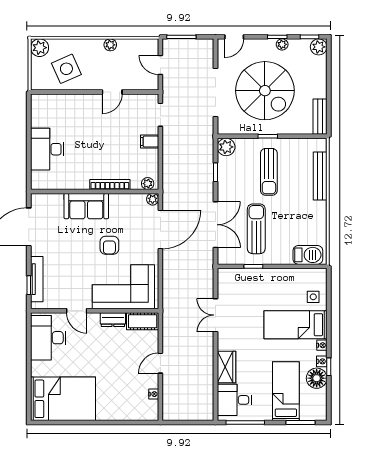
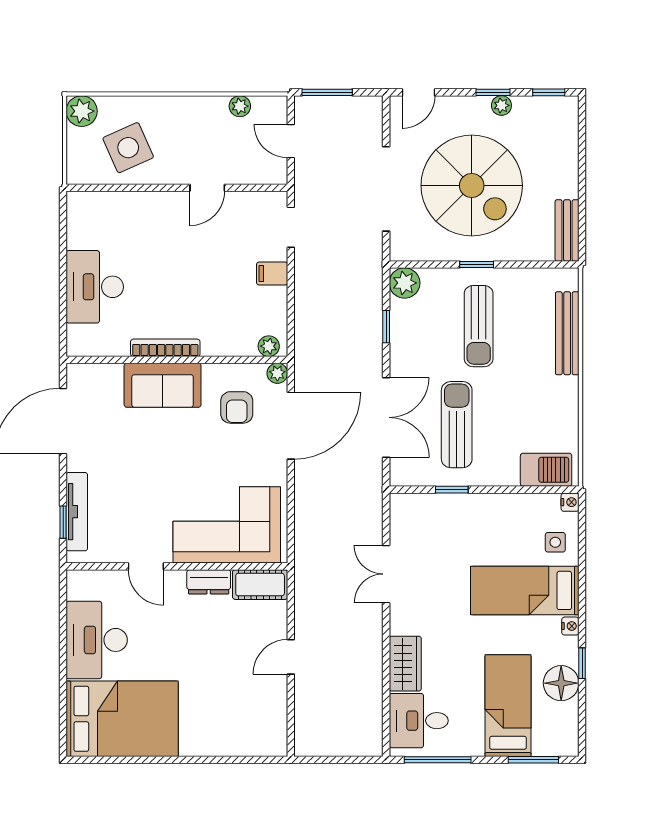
plant: (110, 45) -> (240, 106), moved
plant: (319, 47) -> (565, 110), removed
bookcase: (110, 184) -> (165, 348), moved
armchair: (109, 245) -> (237, 407), moved
desk: (48, 338) -> (97, 640), moved
nightstand: (322, 361) -> (570, 502), moved
nightstand: (154, 394) -> (279, 711), removed

